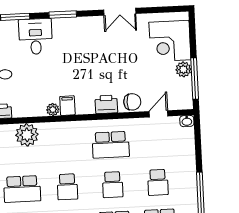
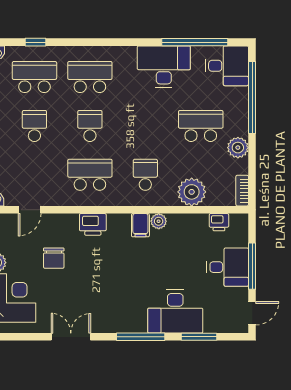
window: (63, 15) -> (141, 337), width x1.44
desk: (36, 37) -> (175, 312), width x1.37
chair: (132, 102) -> (54, 258), moved, turned -90
school desk: (67, 187) -> (145, 175), moved

